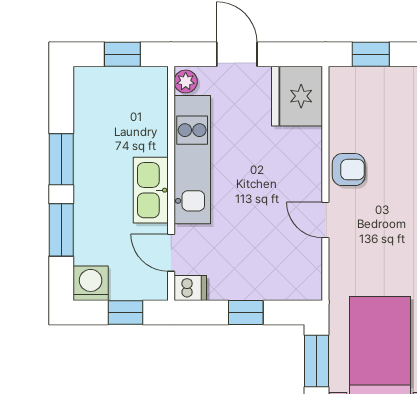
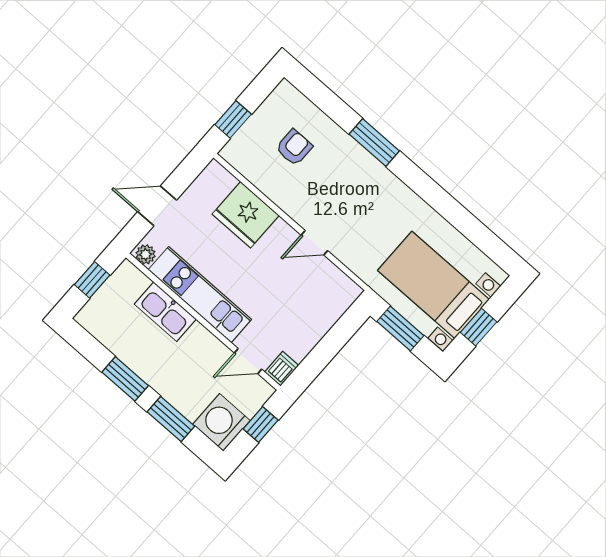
fridge: (297, 96) -> (246, 215), moved
armchair: (349, 170) -> (294, 147), moved
kitchen sink: (151, 190) -> (165, 312), moved
washing machine: (91, 283) -> (221, 422), width x1.37, depth x1.37
window: (246, 313) -> (329, 347), removed

